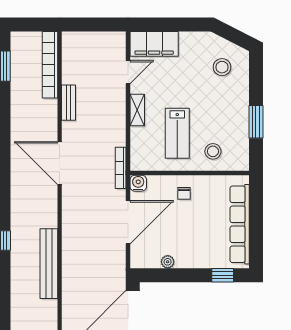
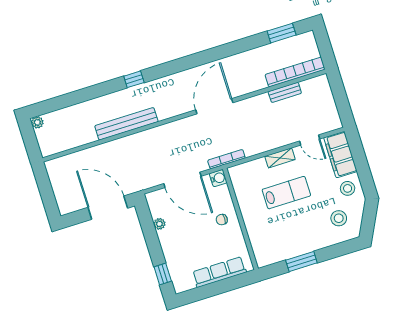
bench: (68, 103) -> (285, 92), moved
lab bench: (177, 133) -> (286, 193), moved, turned 180
stool: (213, 151) -> (348, 188), moved
row of seats: (240, 224) -> (219, 272), width x0.73

